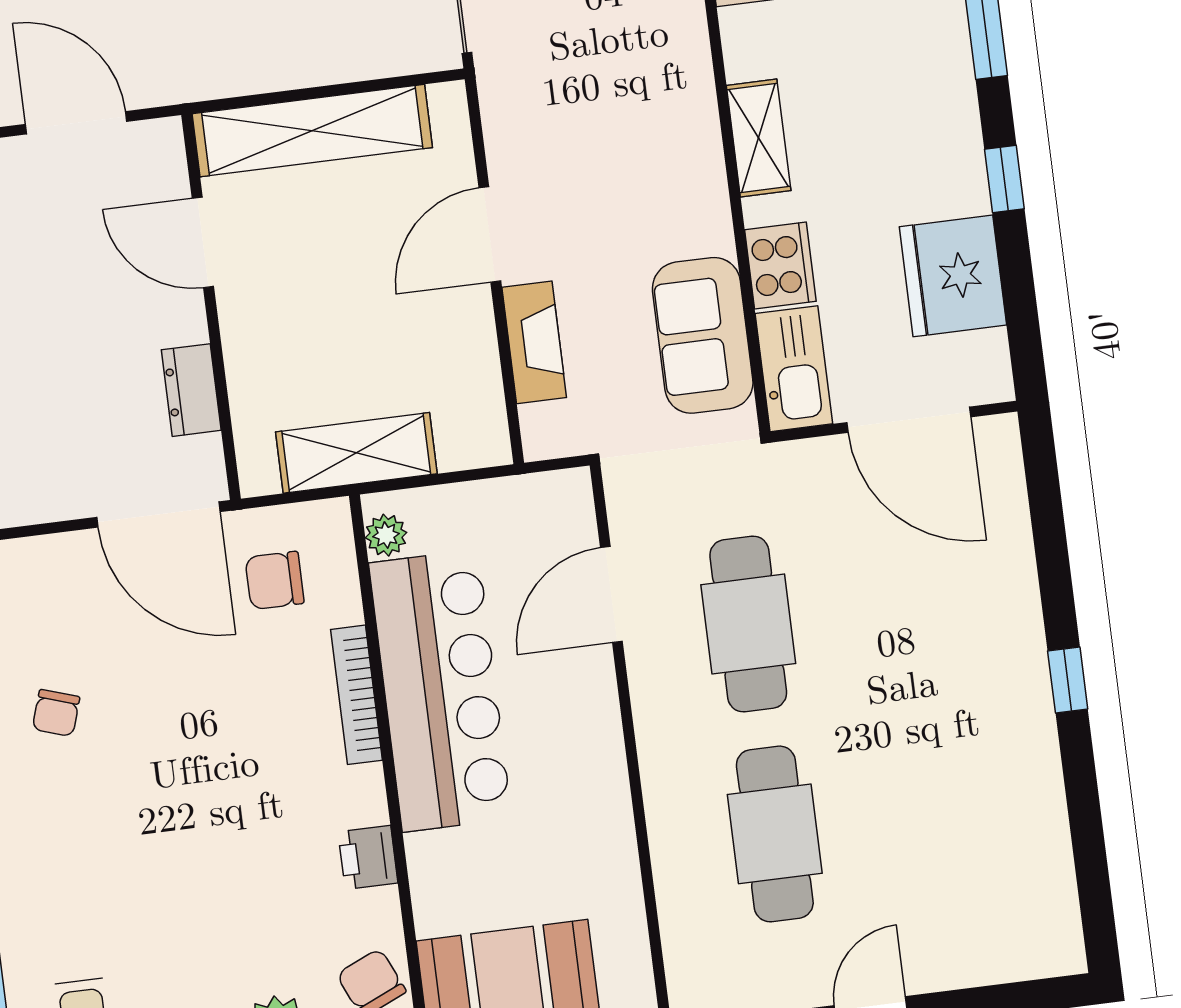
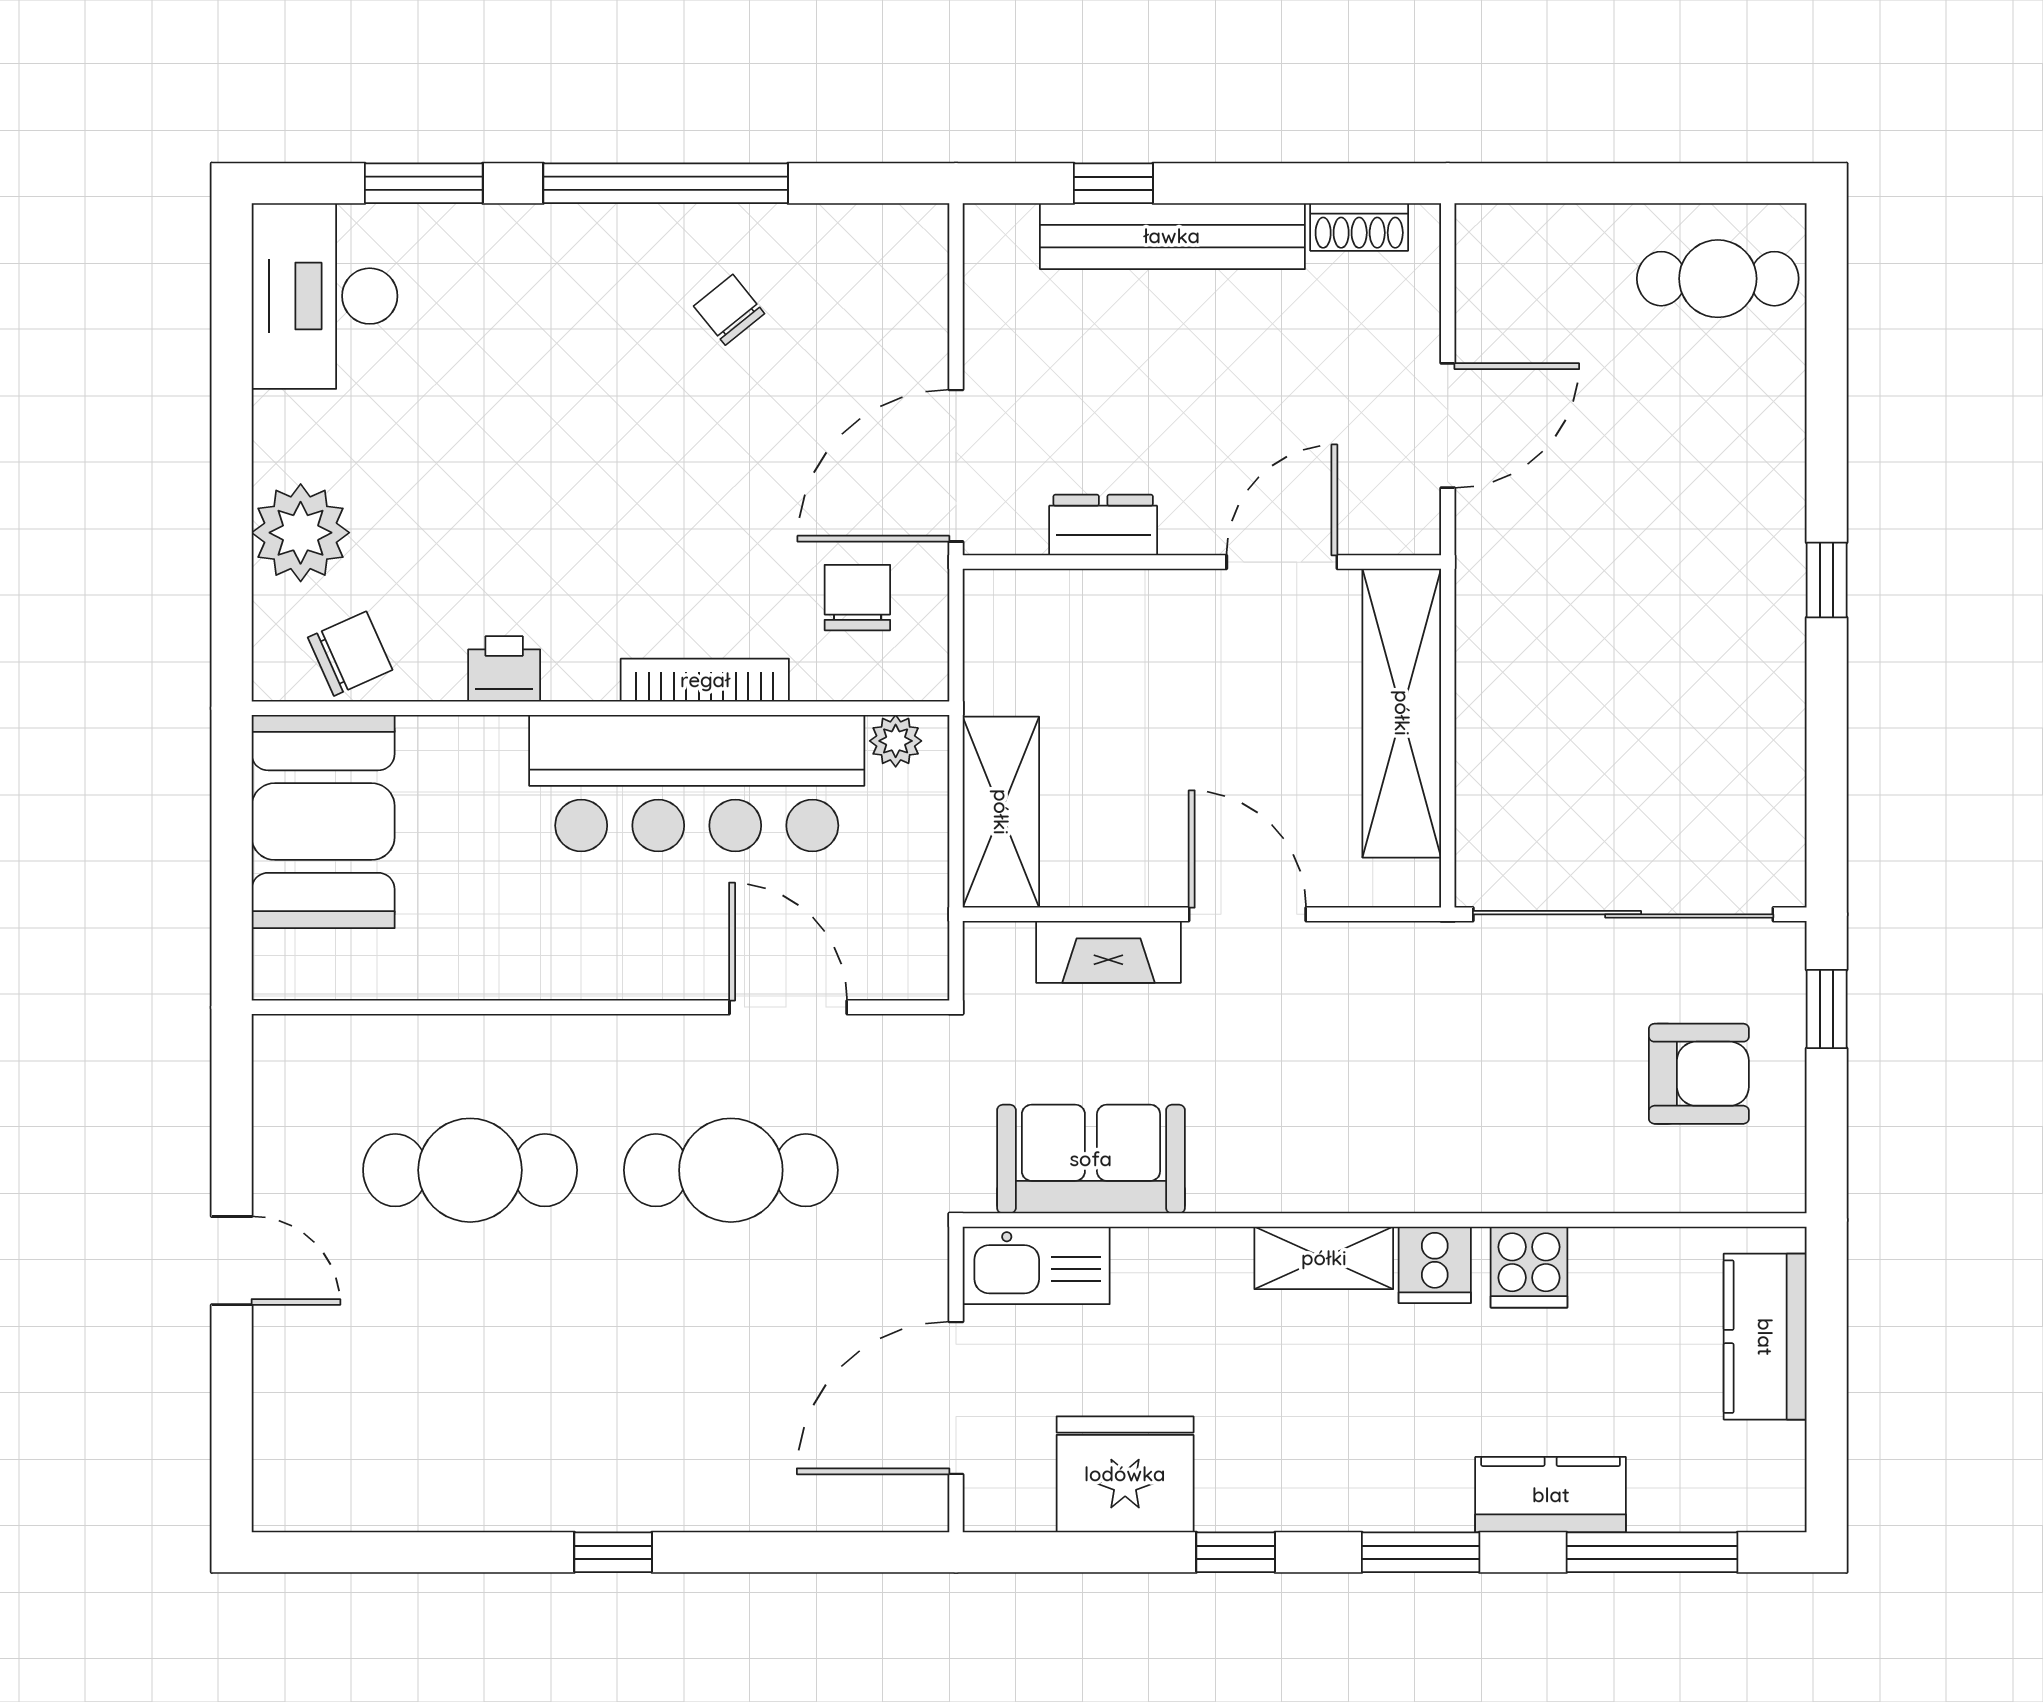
cooker: (780, 266) -> (1435, 1265), moved, width x0.73
shelving: (356, 453) -> (1001, 812), moved
chair: (56, 713) -> (729, 310), turned 33

